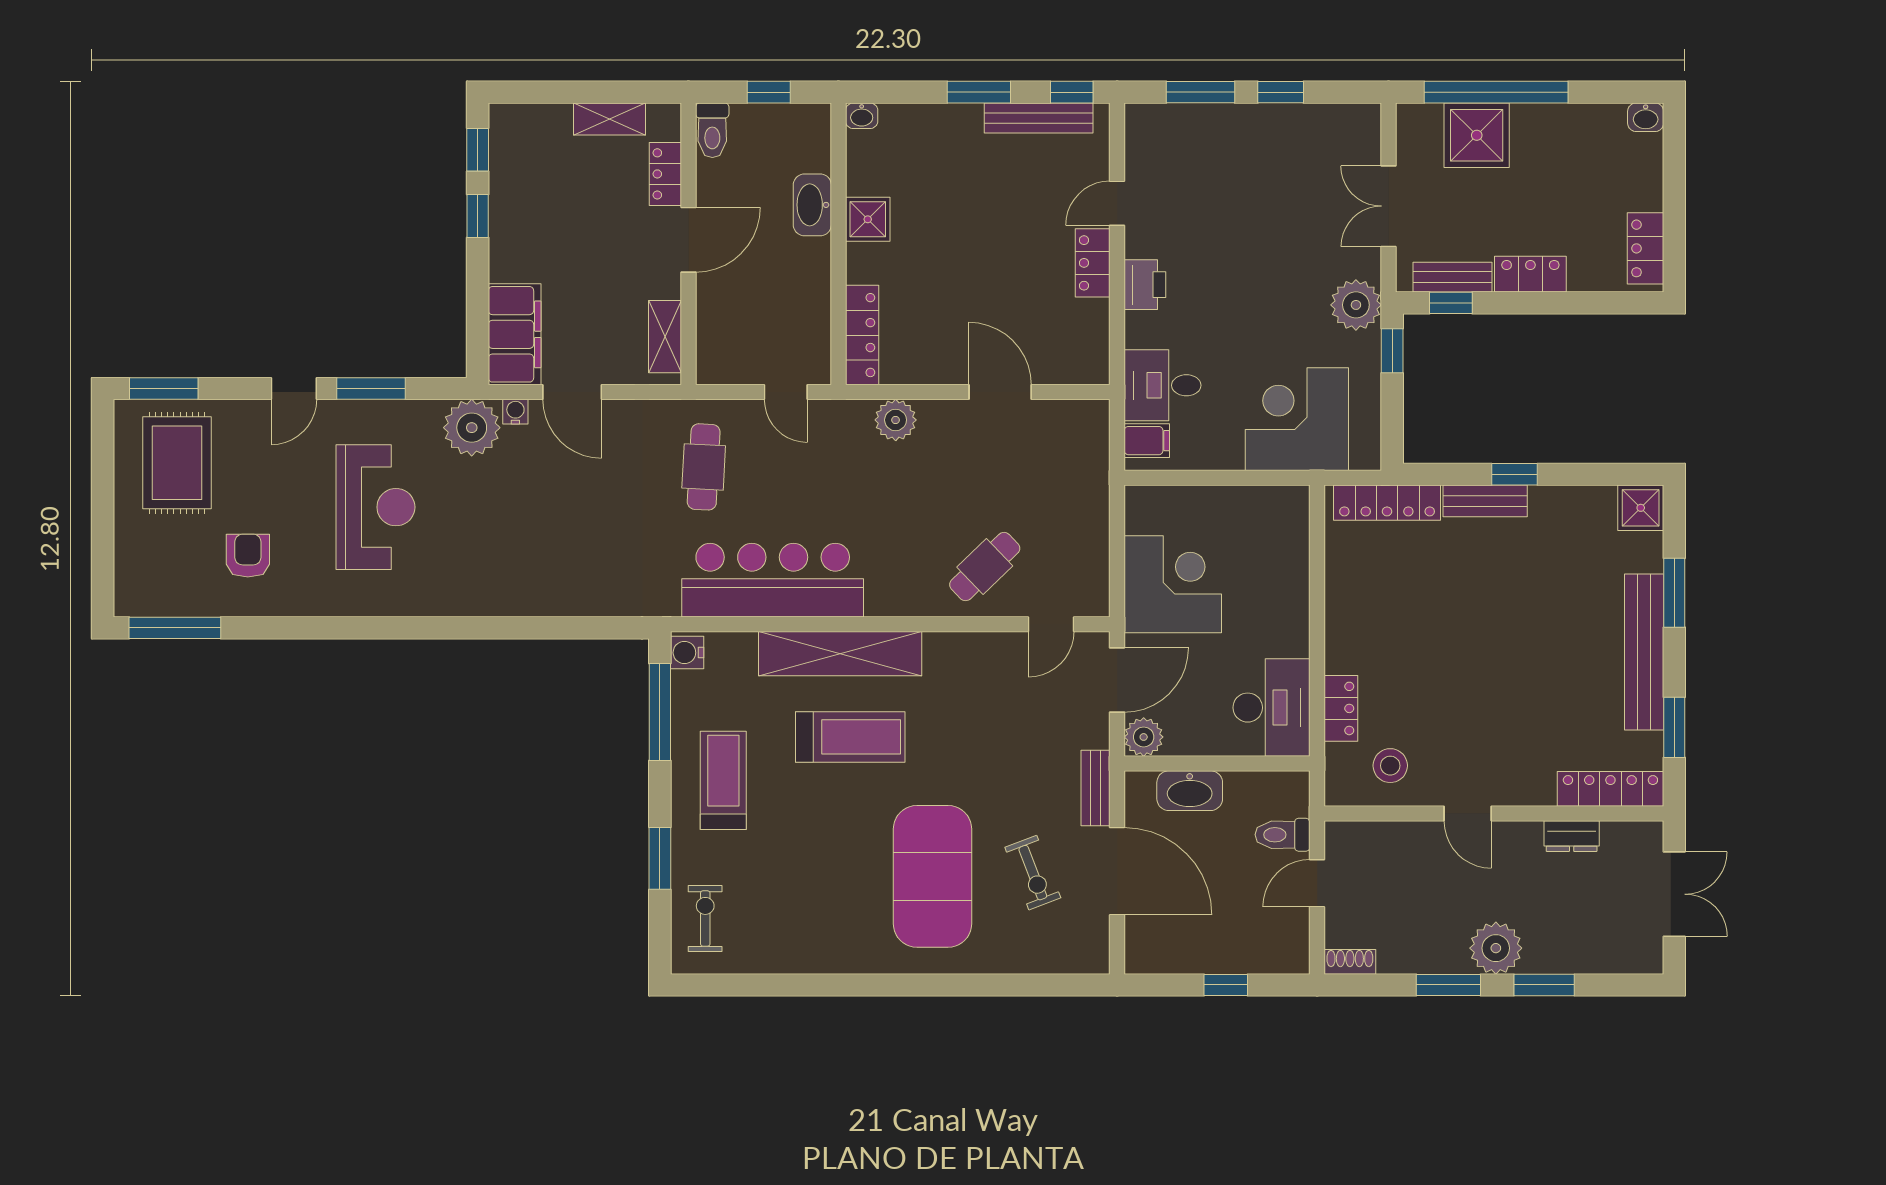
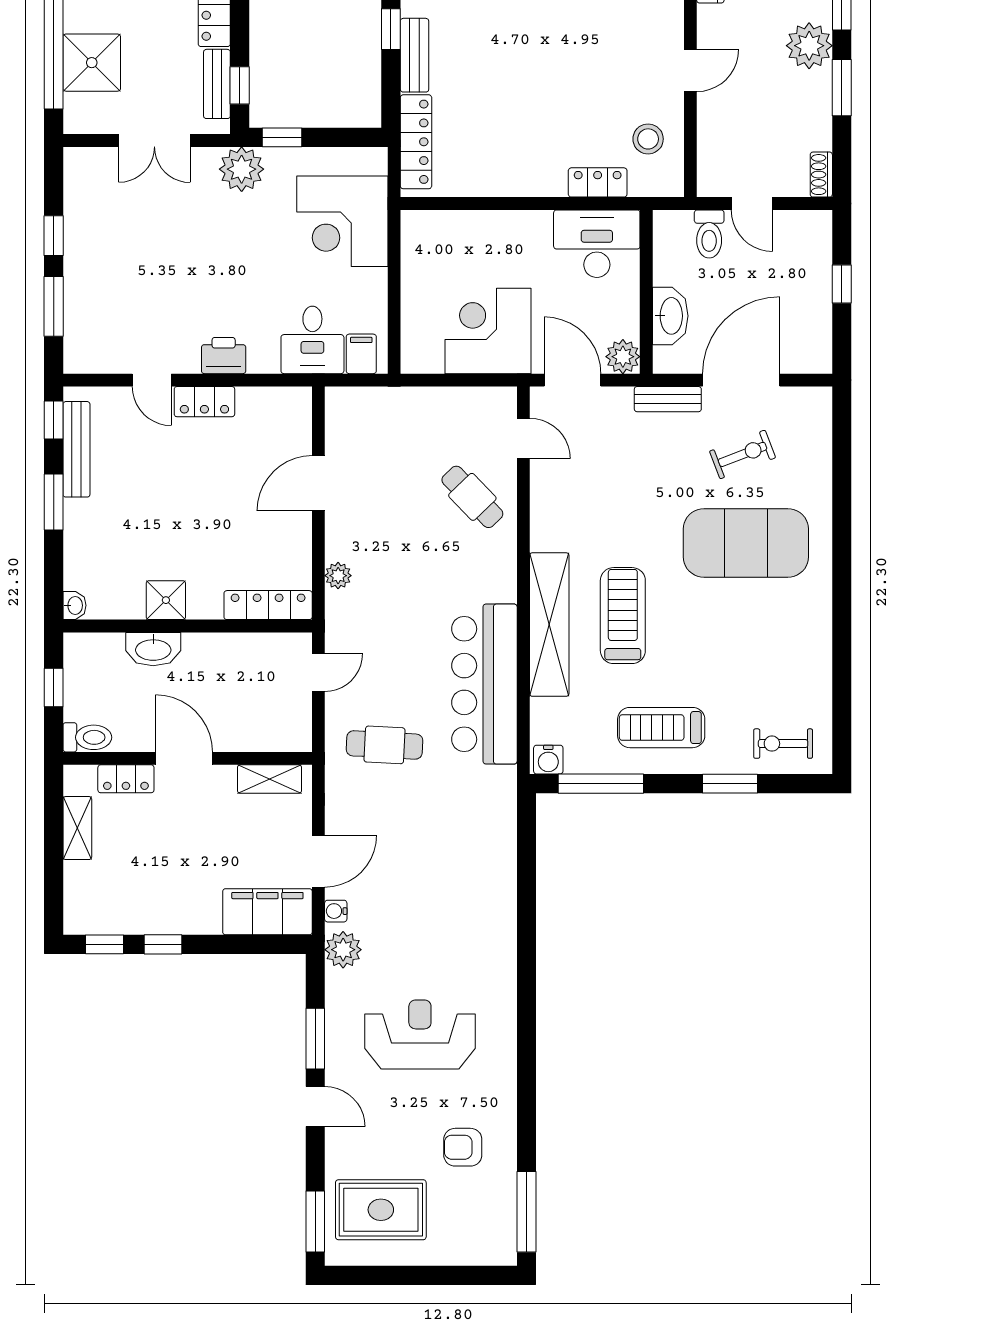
plant: (896, 420) -> (338, 576), width x0.73, depth x0.73
plant: (472, 428) -> (343, 950), width x0.73, depth x0.73

